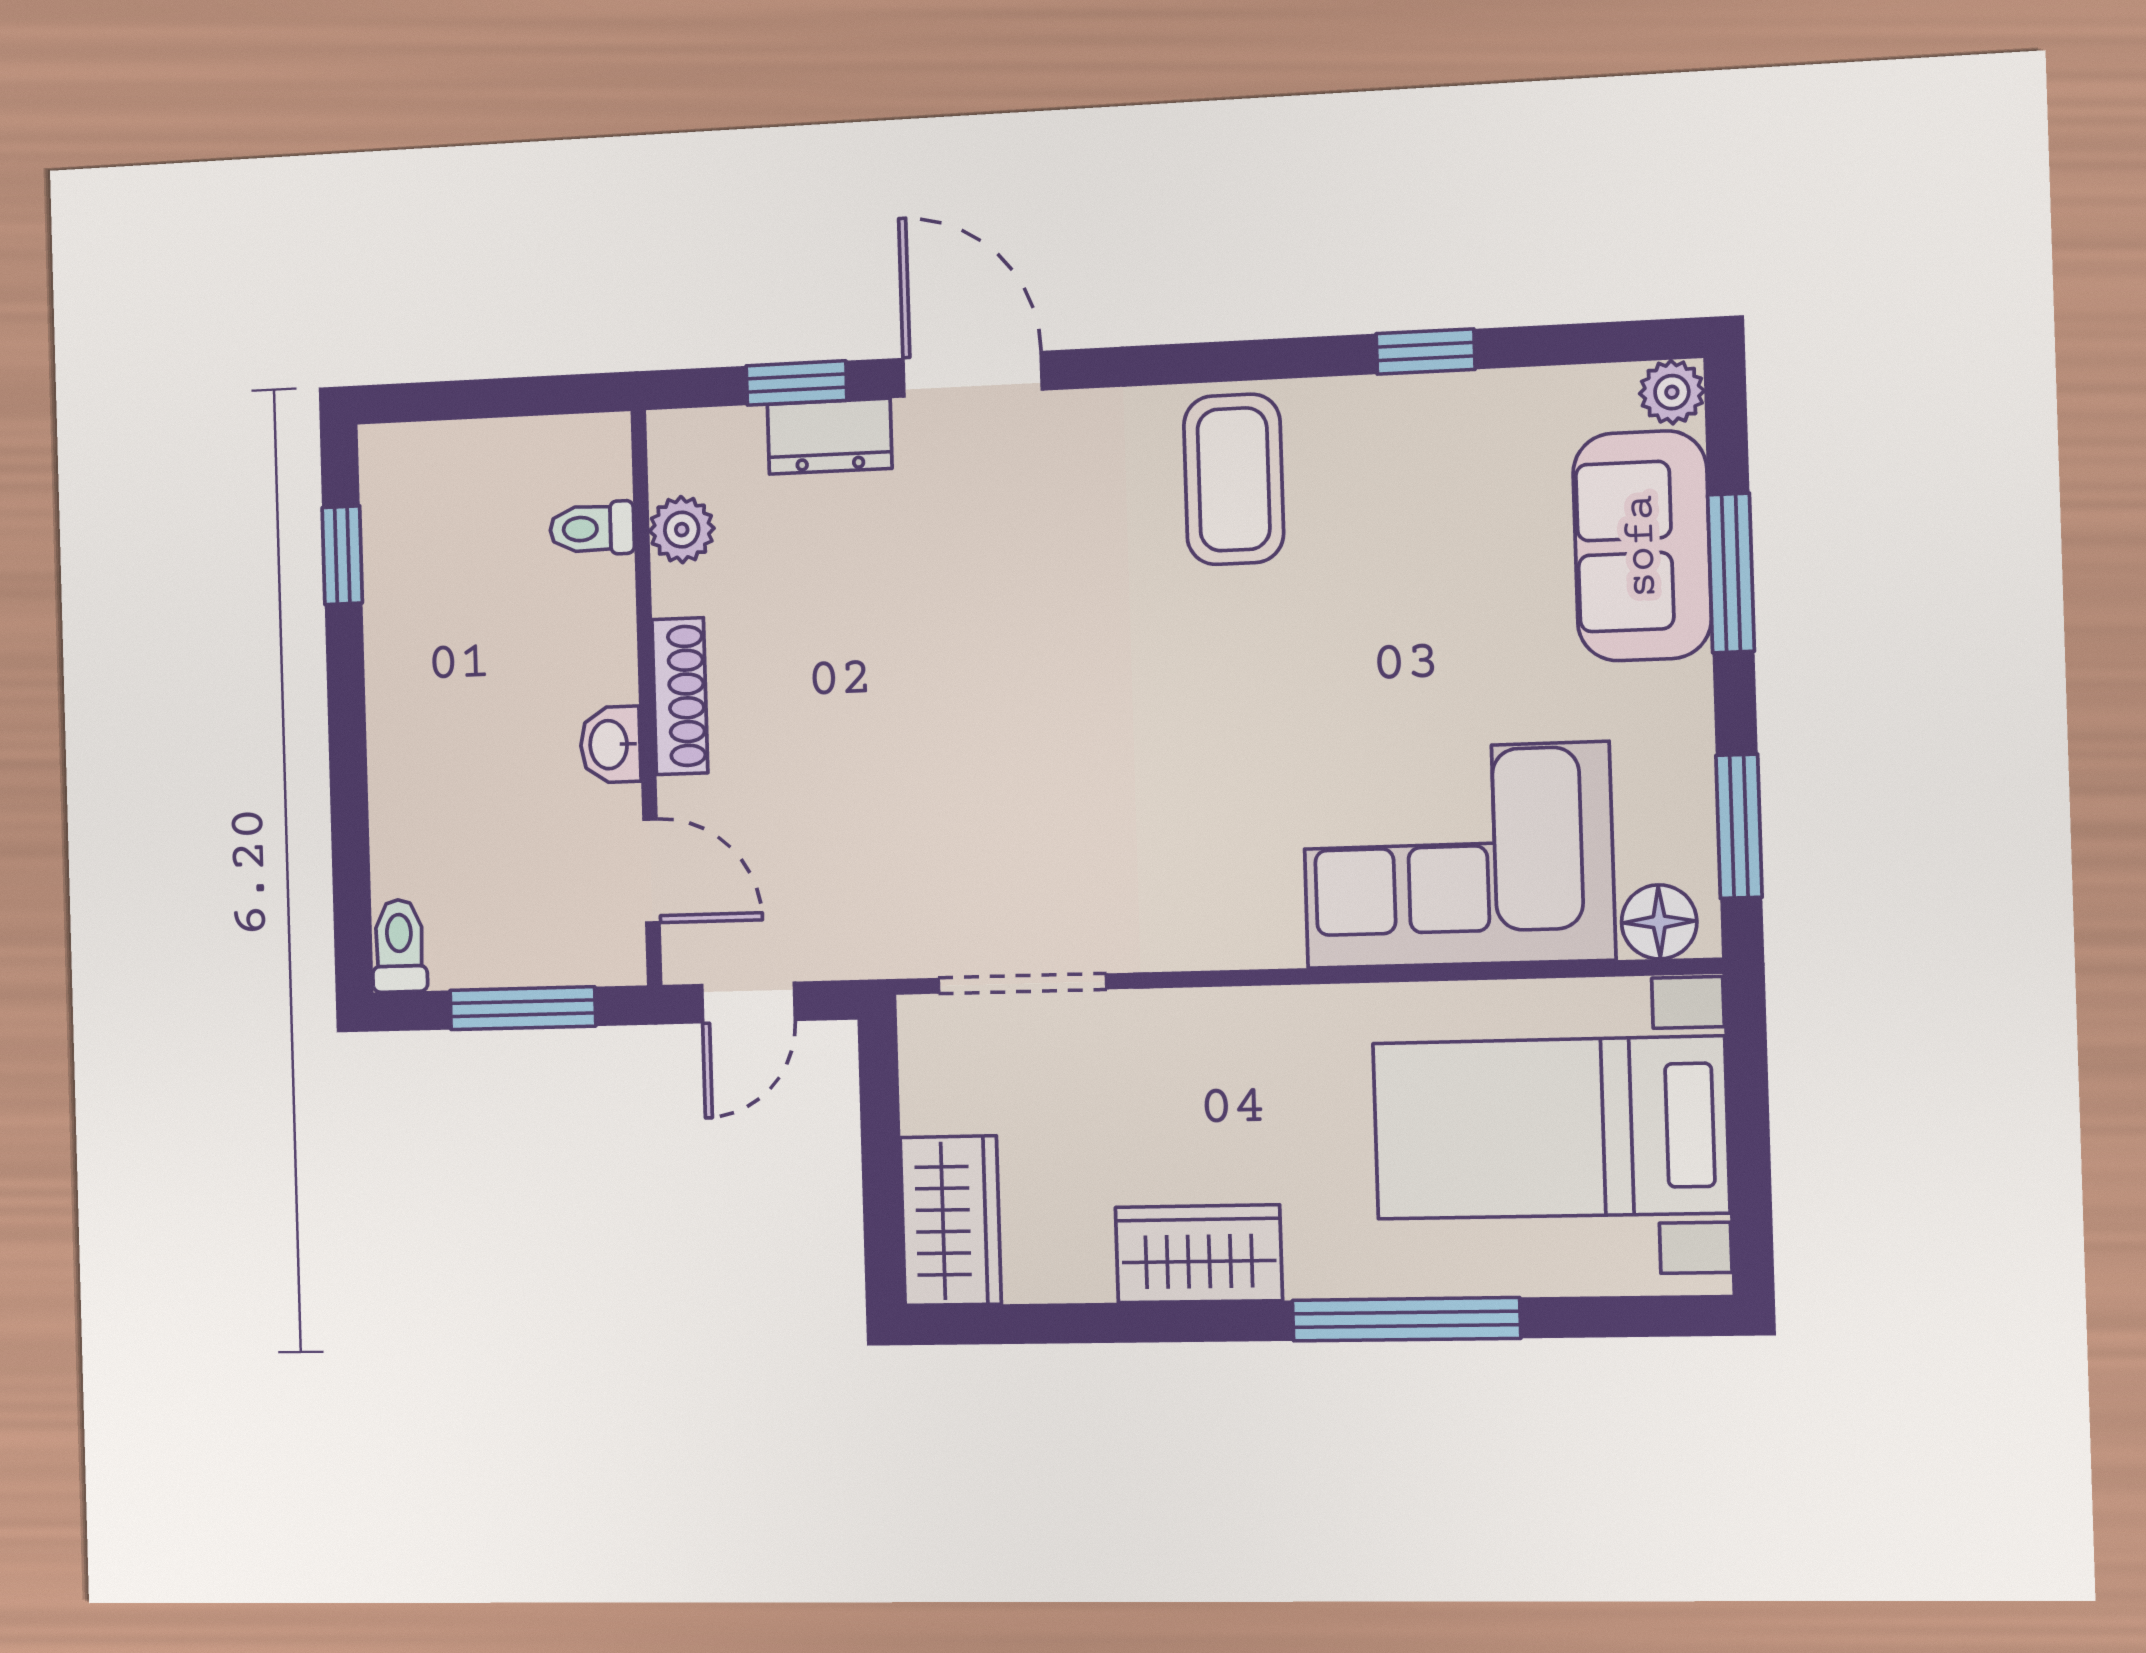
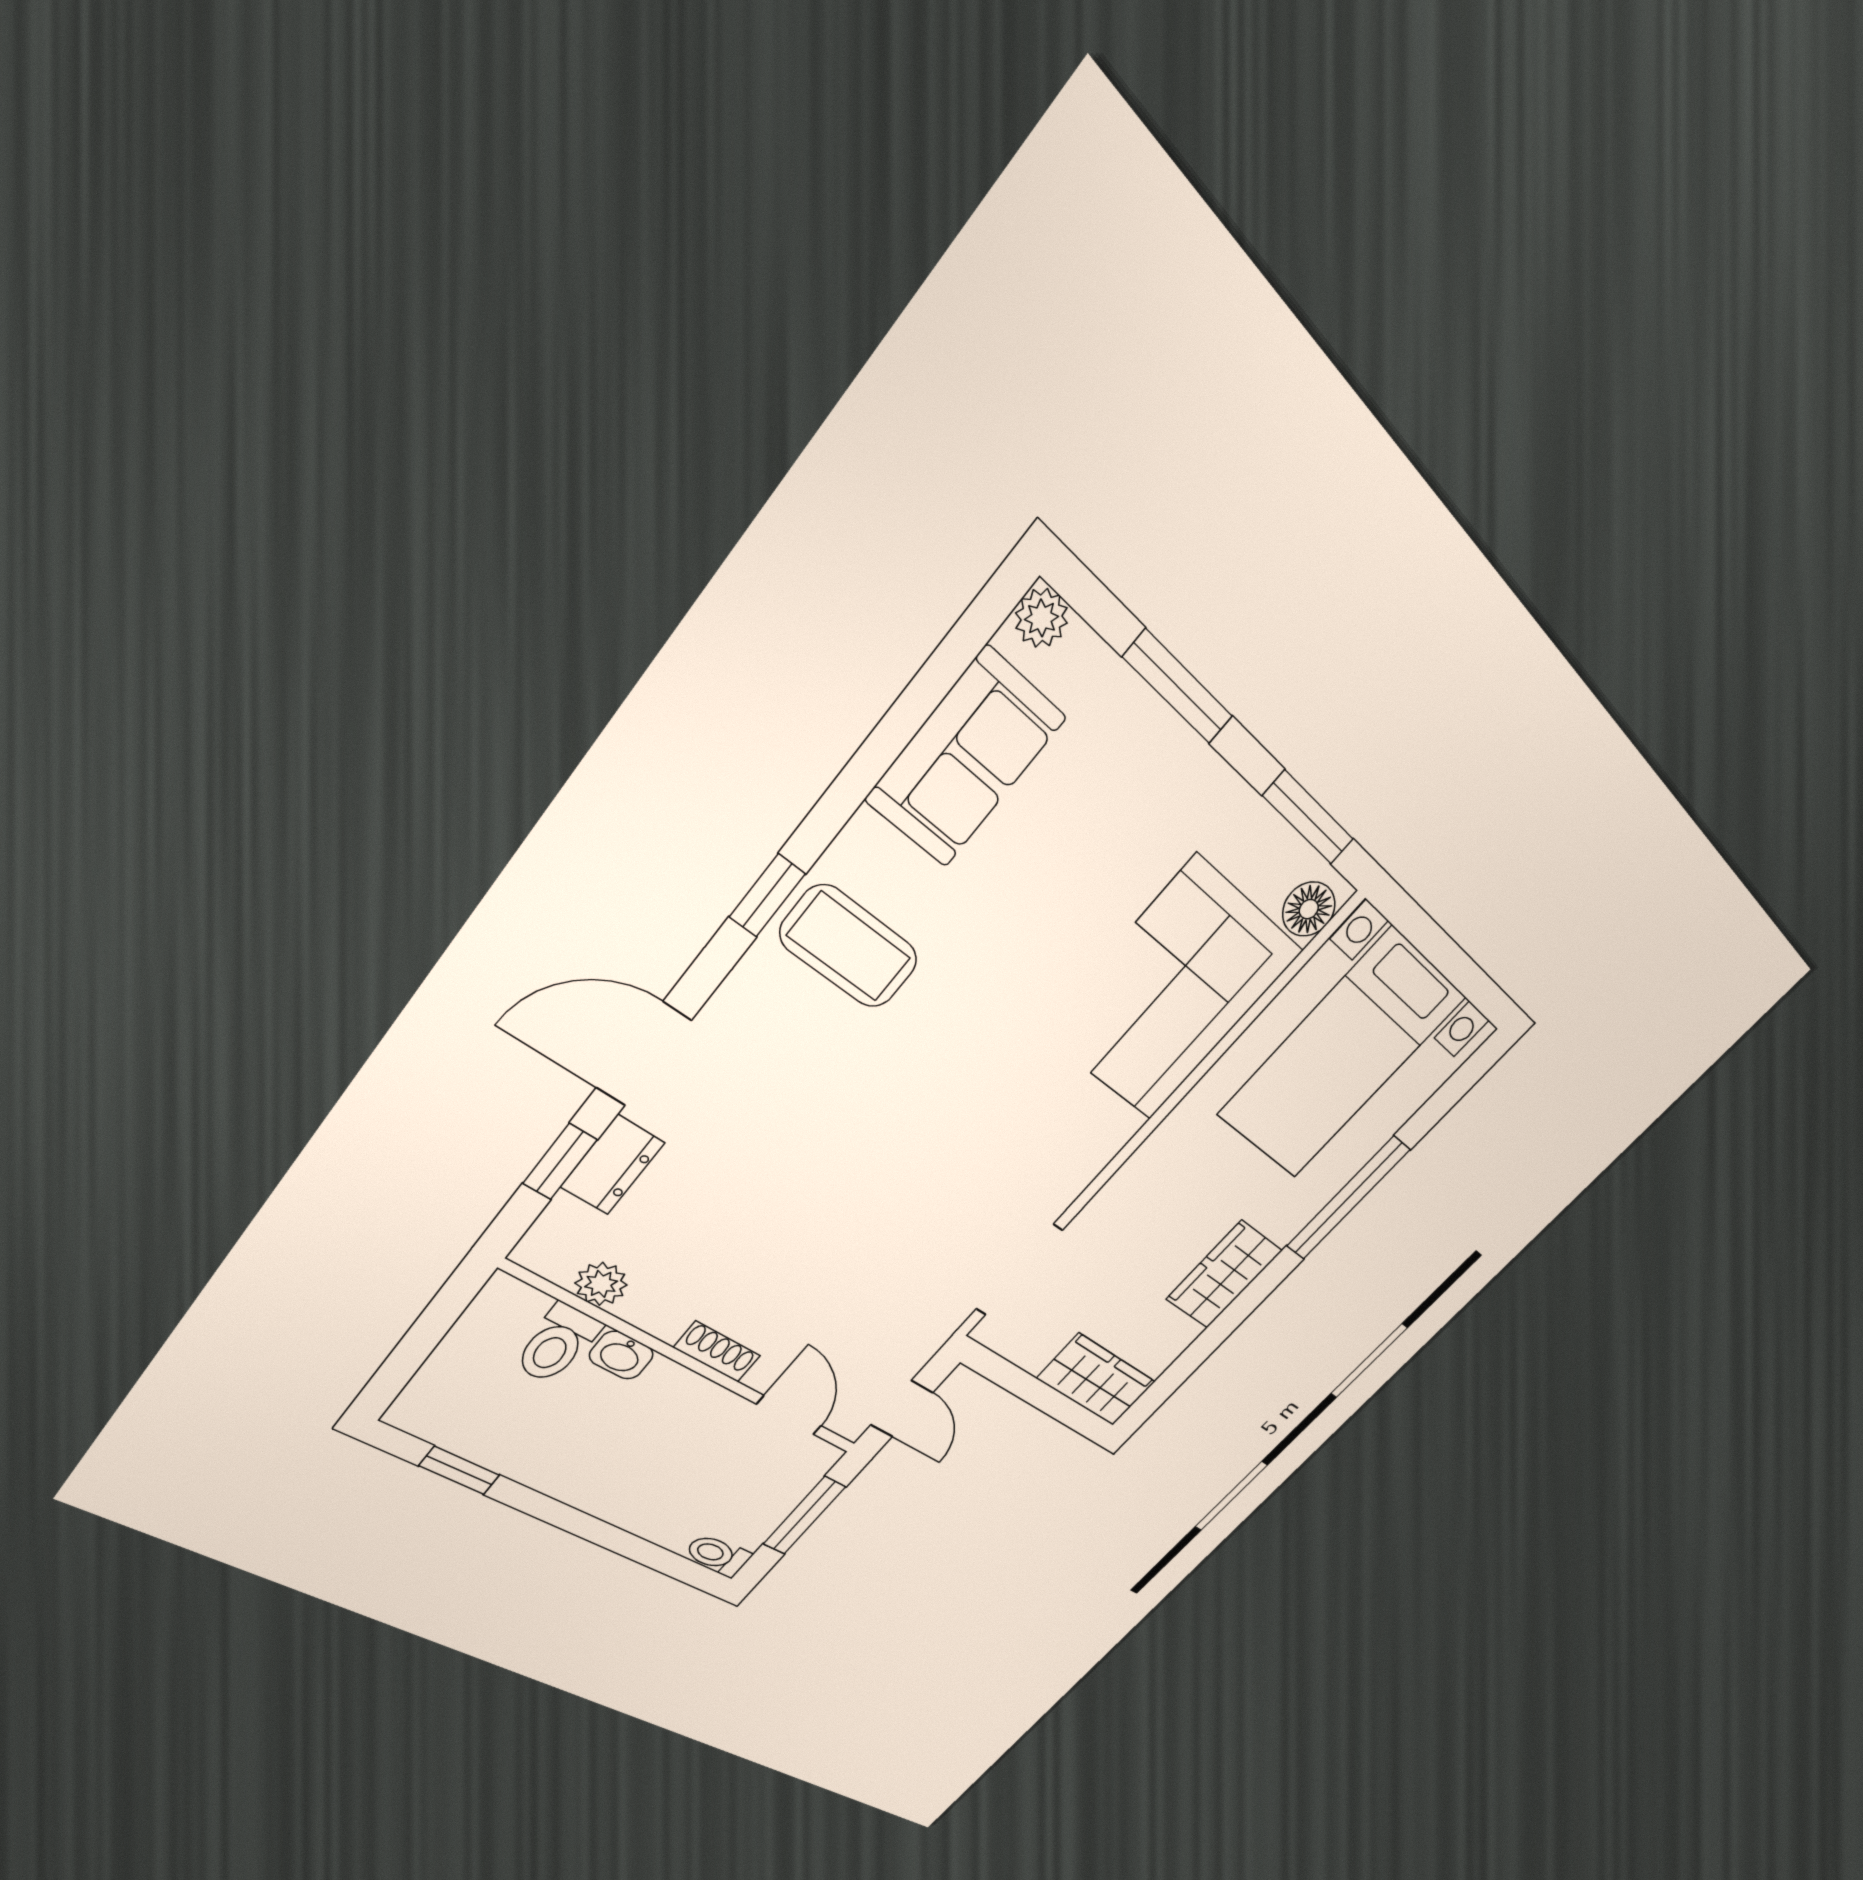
window: (1425, 352) -> (767, 895), moved
toilet: (592, 529) -> (557, 1344), width x1.37, depth x1.39
sofa: (1642, 546) -> (965, 759), moved, turned -90
shoe rack: (680, 696) -> (717, 1352), width x0.70
washbasin: (610, 745) -> (621, 1355), moved
door: (651, 871) -> (789, 1415), hinge flipped

